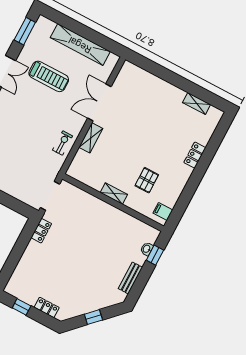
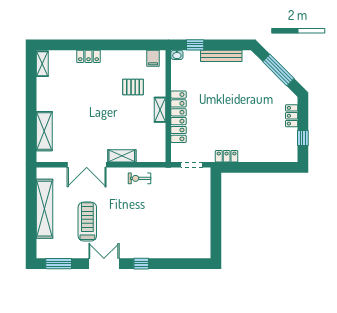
shelving: (149, 81) -> (44, 131), added
shelving: (197, 103) -> (42, 64), moved
doorway: (50, 196) -> (192, 165), width x0.73
locker: (99, 207) -> (179, 117), added
washbasin: (147, 249) -> (177, 55), moved
bench: (130, 278) -> (221, 56), width x1.36
window: (93, 317) -> (278, 70), width x2.17

